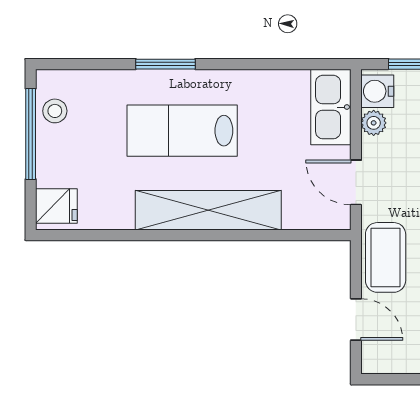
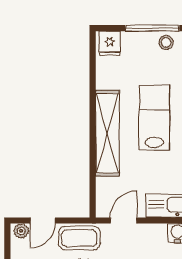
plant: (374, 123) -> (21, 231), moved

